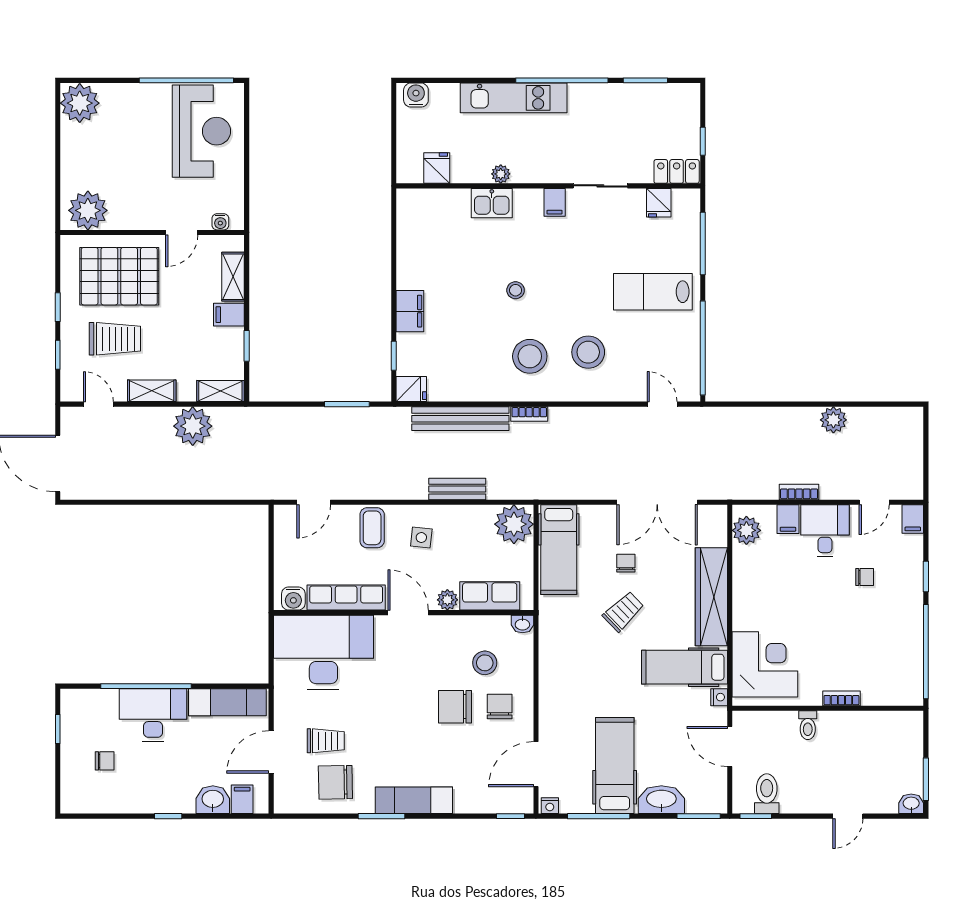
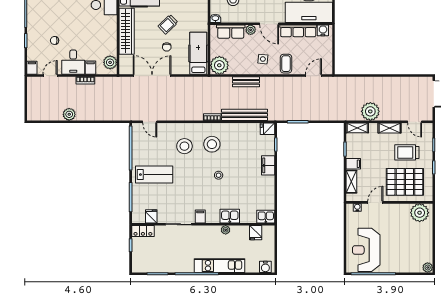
plant: (80, 103) -> (428, 267), width x0.53, depth x0.53
kitchen sink: (415, 202) -> (266, 217), added

